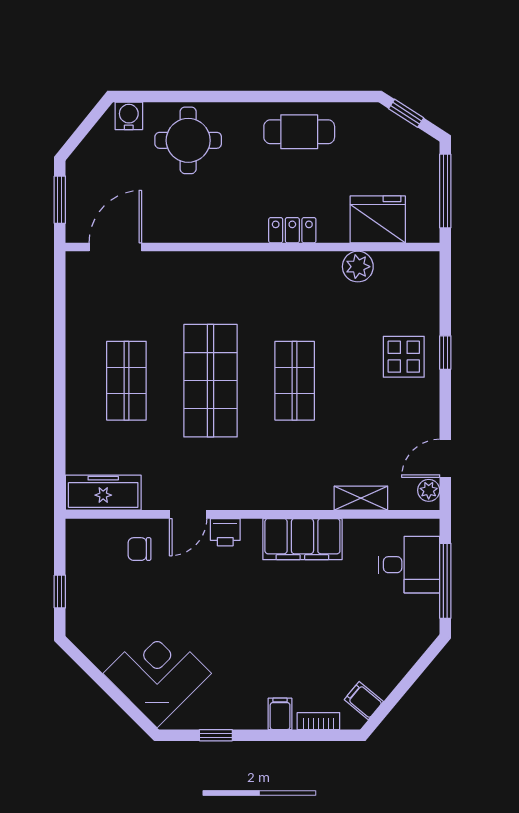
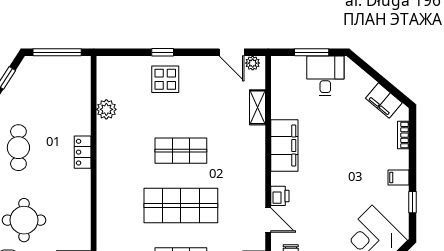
fridge: (378, 219) -> (76, 96), removed
desk: (409, 565) -> (325, 76), moved
window: (445, 581) -> (312, 52), width x0.69
filing cabinet: (364, 701) -> (384, 100), width x2.00
filing cabinet: (280, 714) -> (398, 177), moved

